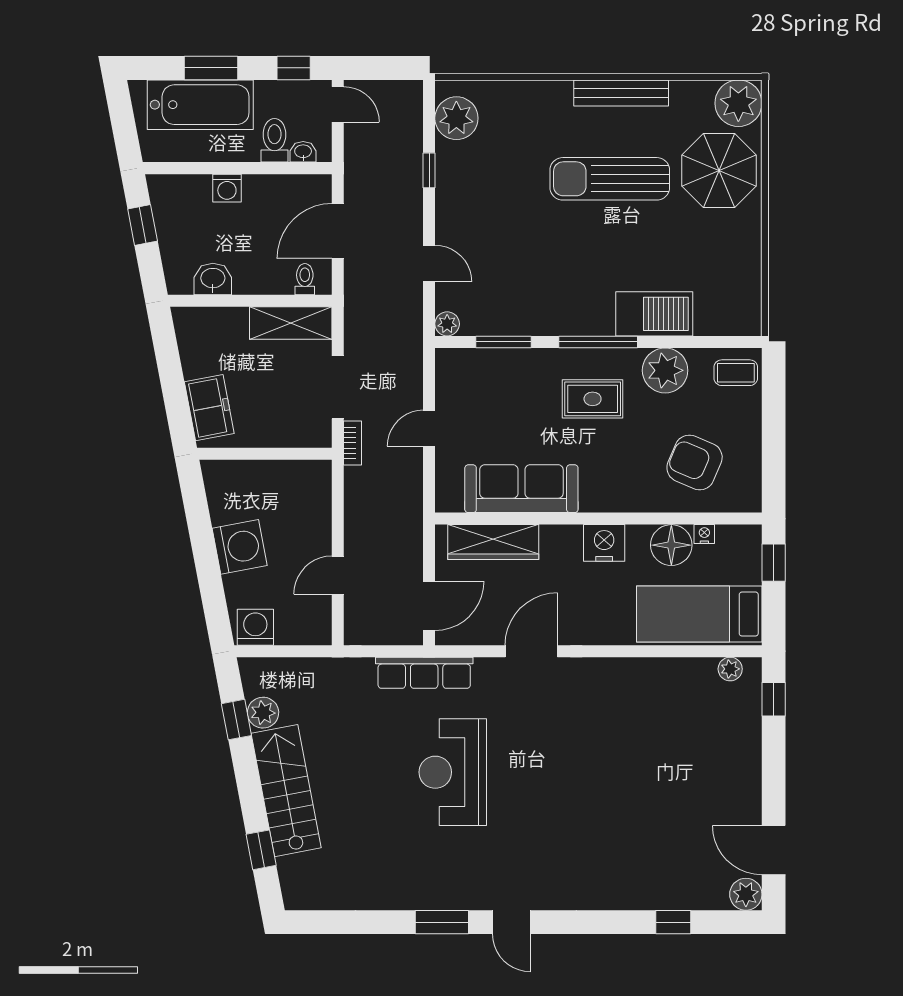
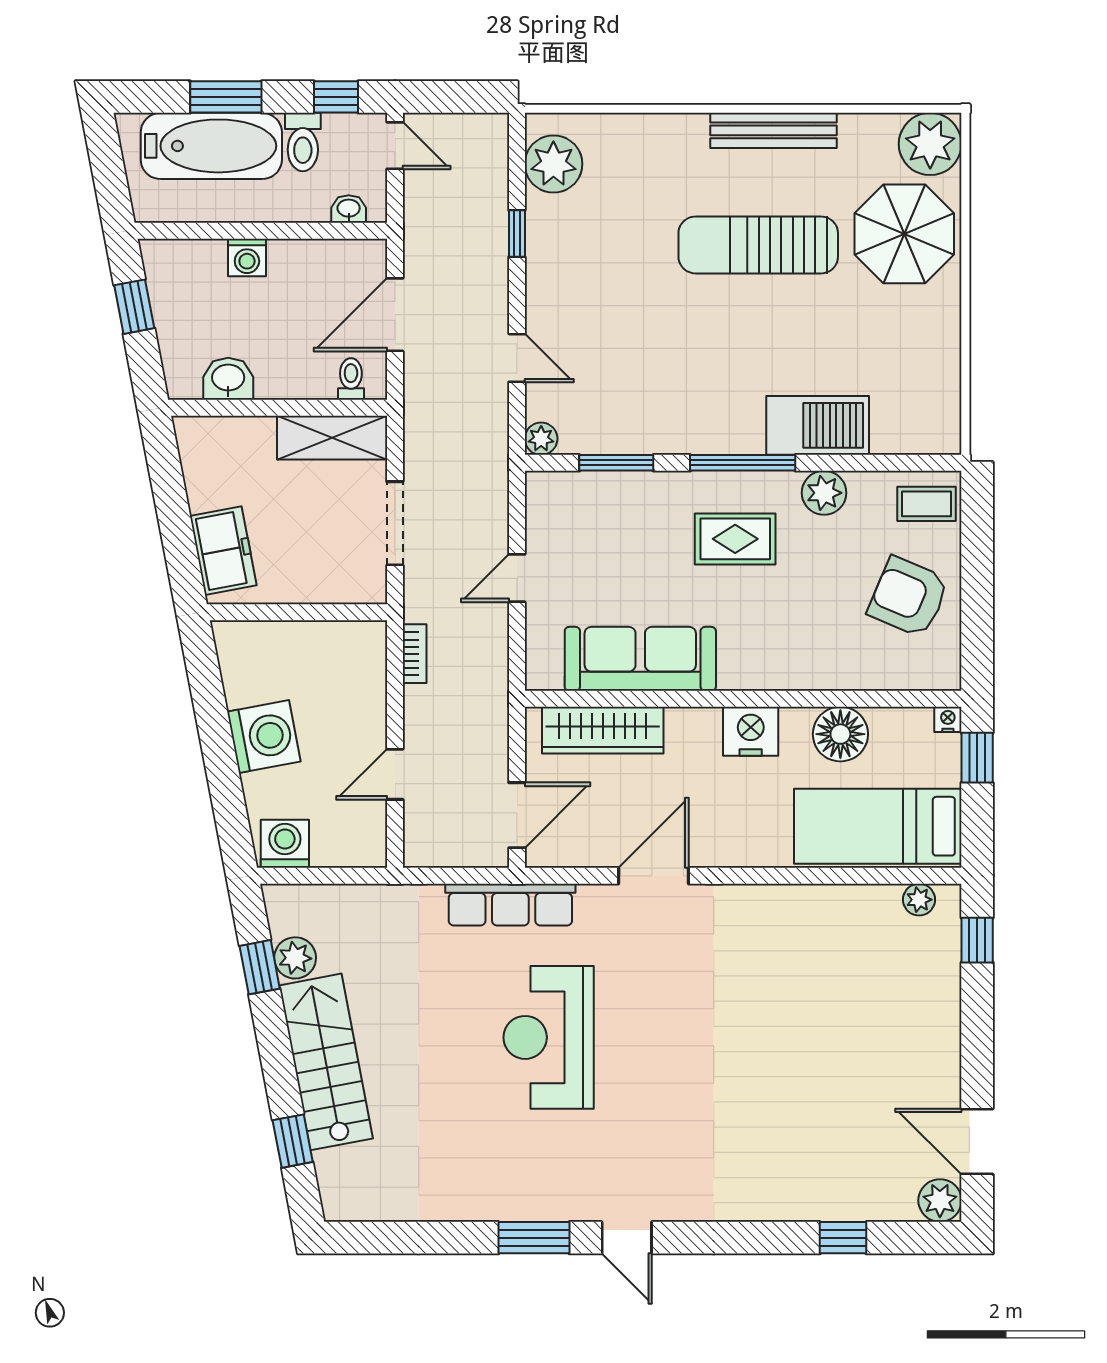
toilet: (274, 140) -> (303, 142), moved, turned 180
plant: (665, 370) -> (824, 493), width x0.73, depth x0.73
bookcase: (353, 443) -> (415, 654), moved
armchair: (695, 462) -> (908, 597), moved
nightstand: (704, 534) -> (948, 719), moved

